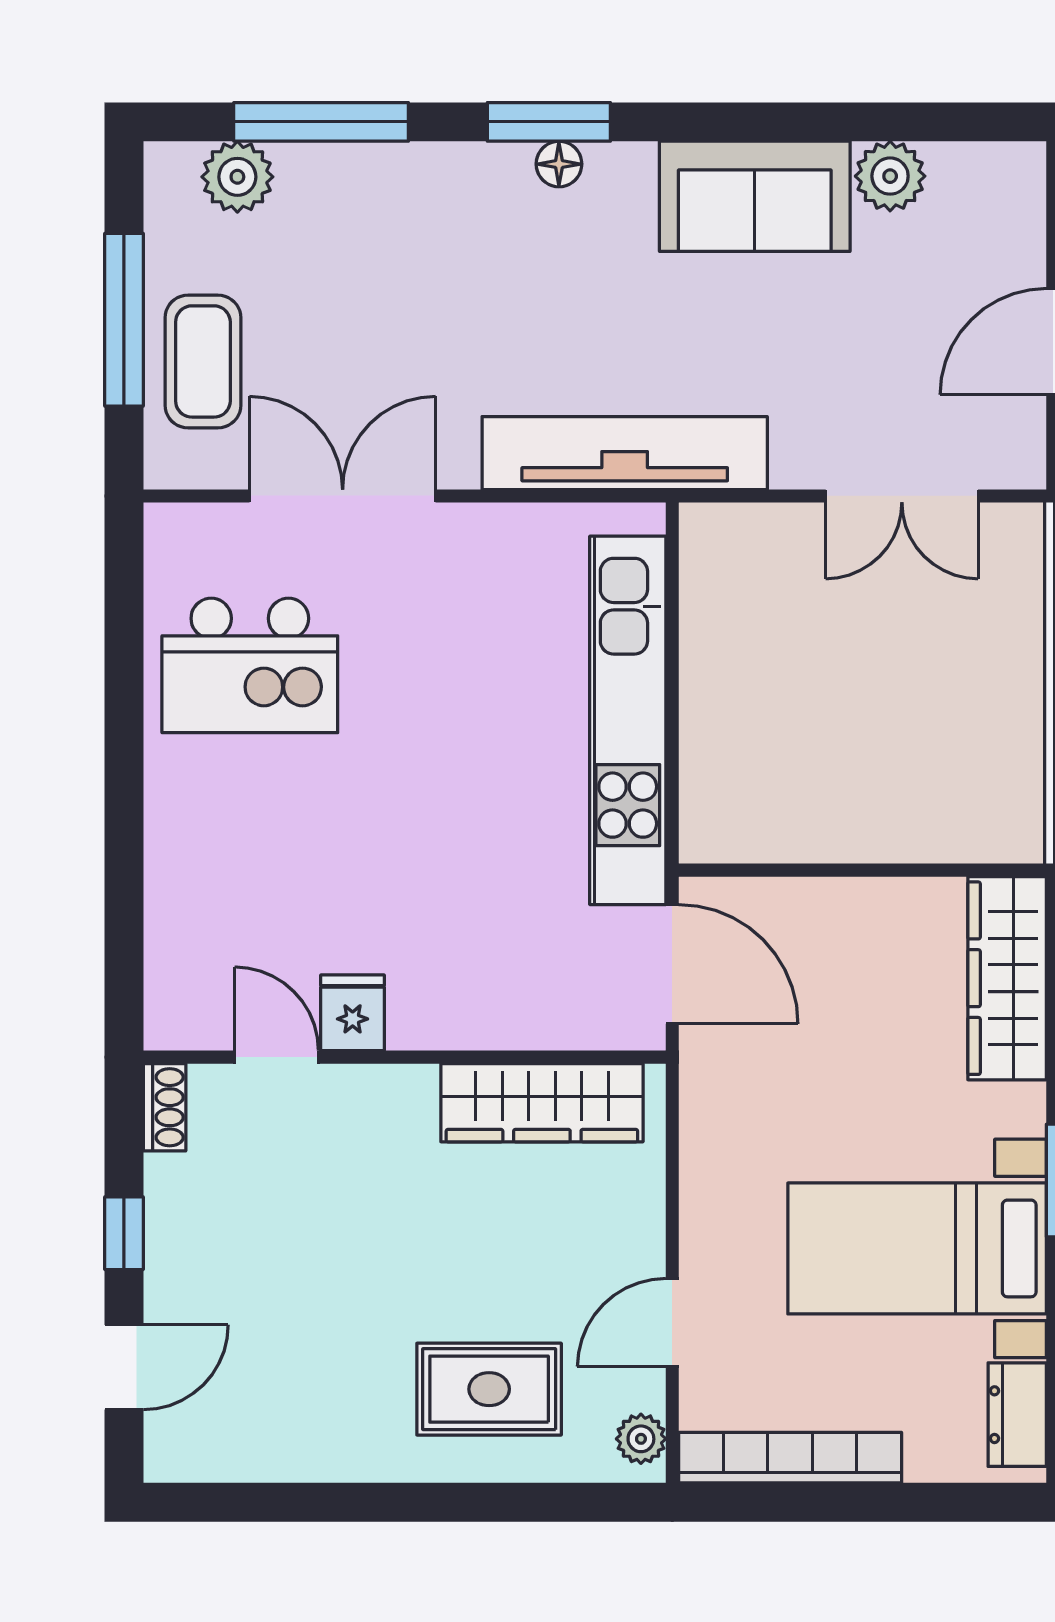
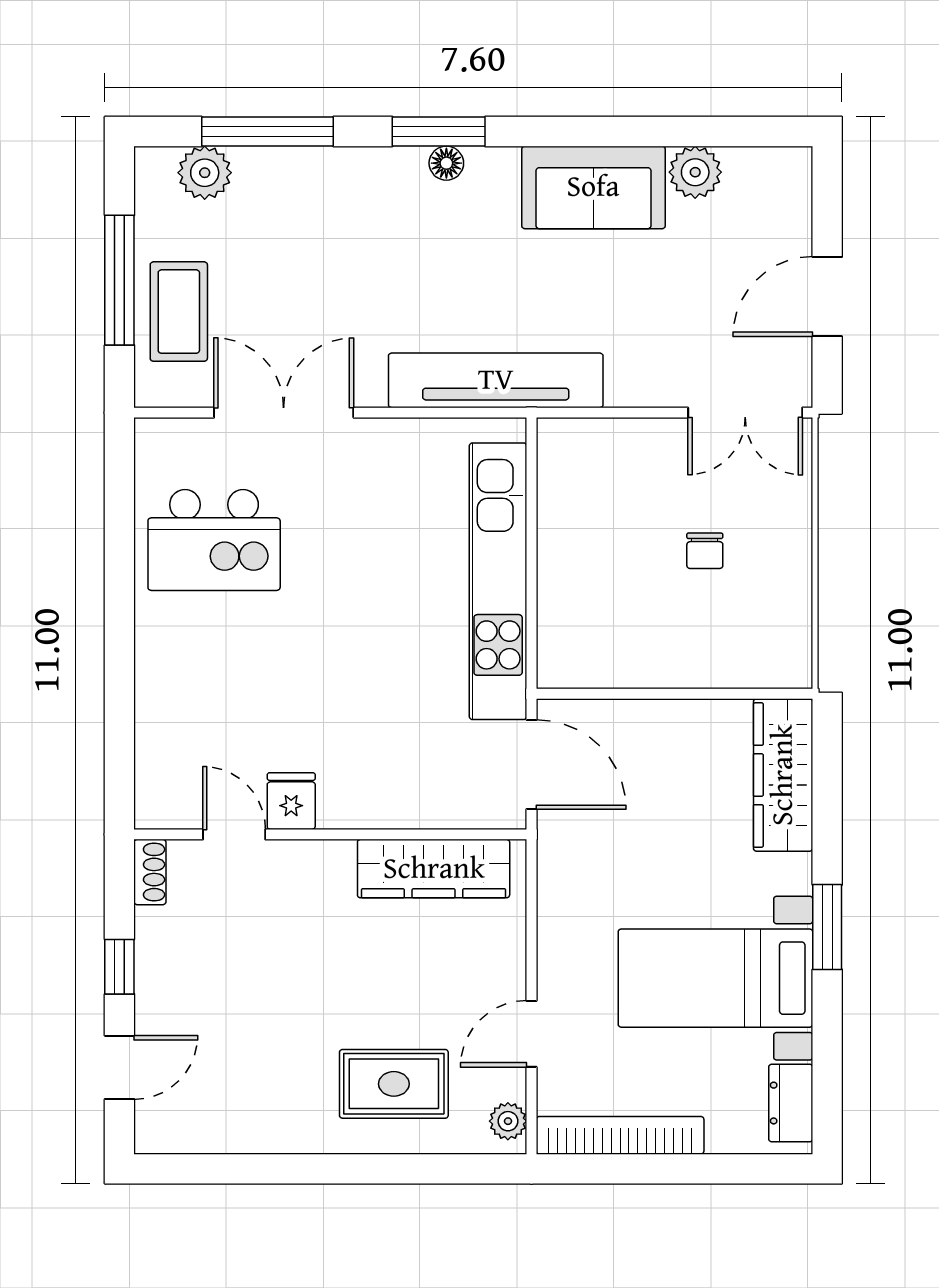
double door: (902, 496) -> (745, 413), moved
chair: (903, 680) -> (705, 551), added

